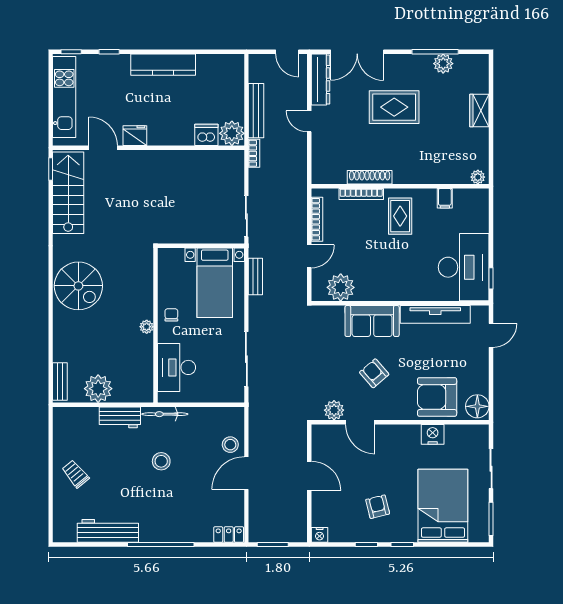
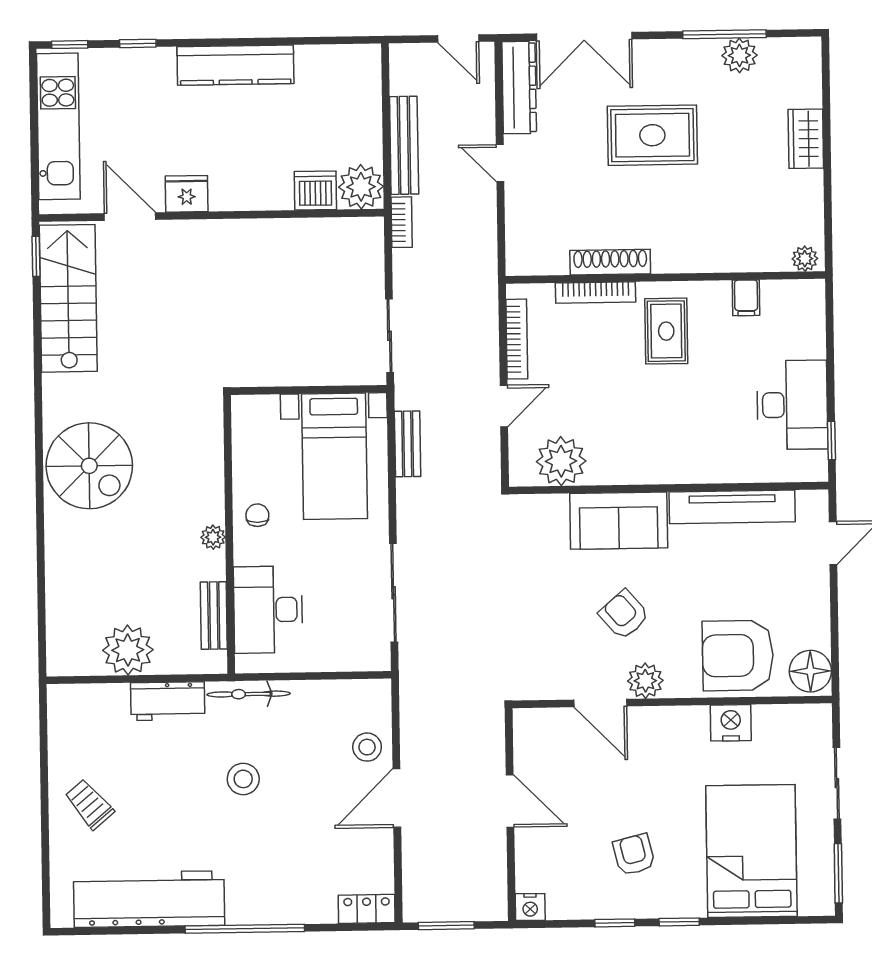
desk: (464, 267) -> (792, 405), width x0.73, depth x0.77
bench: (60, 381) -> (214, 615), moved
plant: (334, 410) -> (645, 681), moved
workbench: (108, 531) -> (149, 899), width x1.36, depth x1.32

